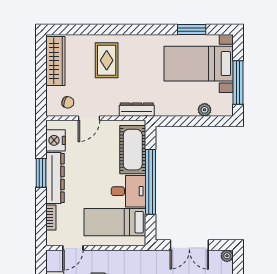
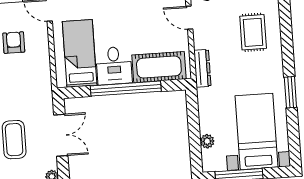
window: (192, 30) -> (290, 92), moved
rug: (107, 60) -> (253, 32), turned 90
double door: (189, 245) -> (61, 135), swing flipped

